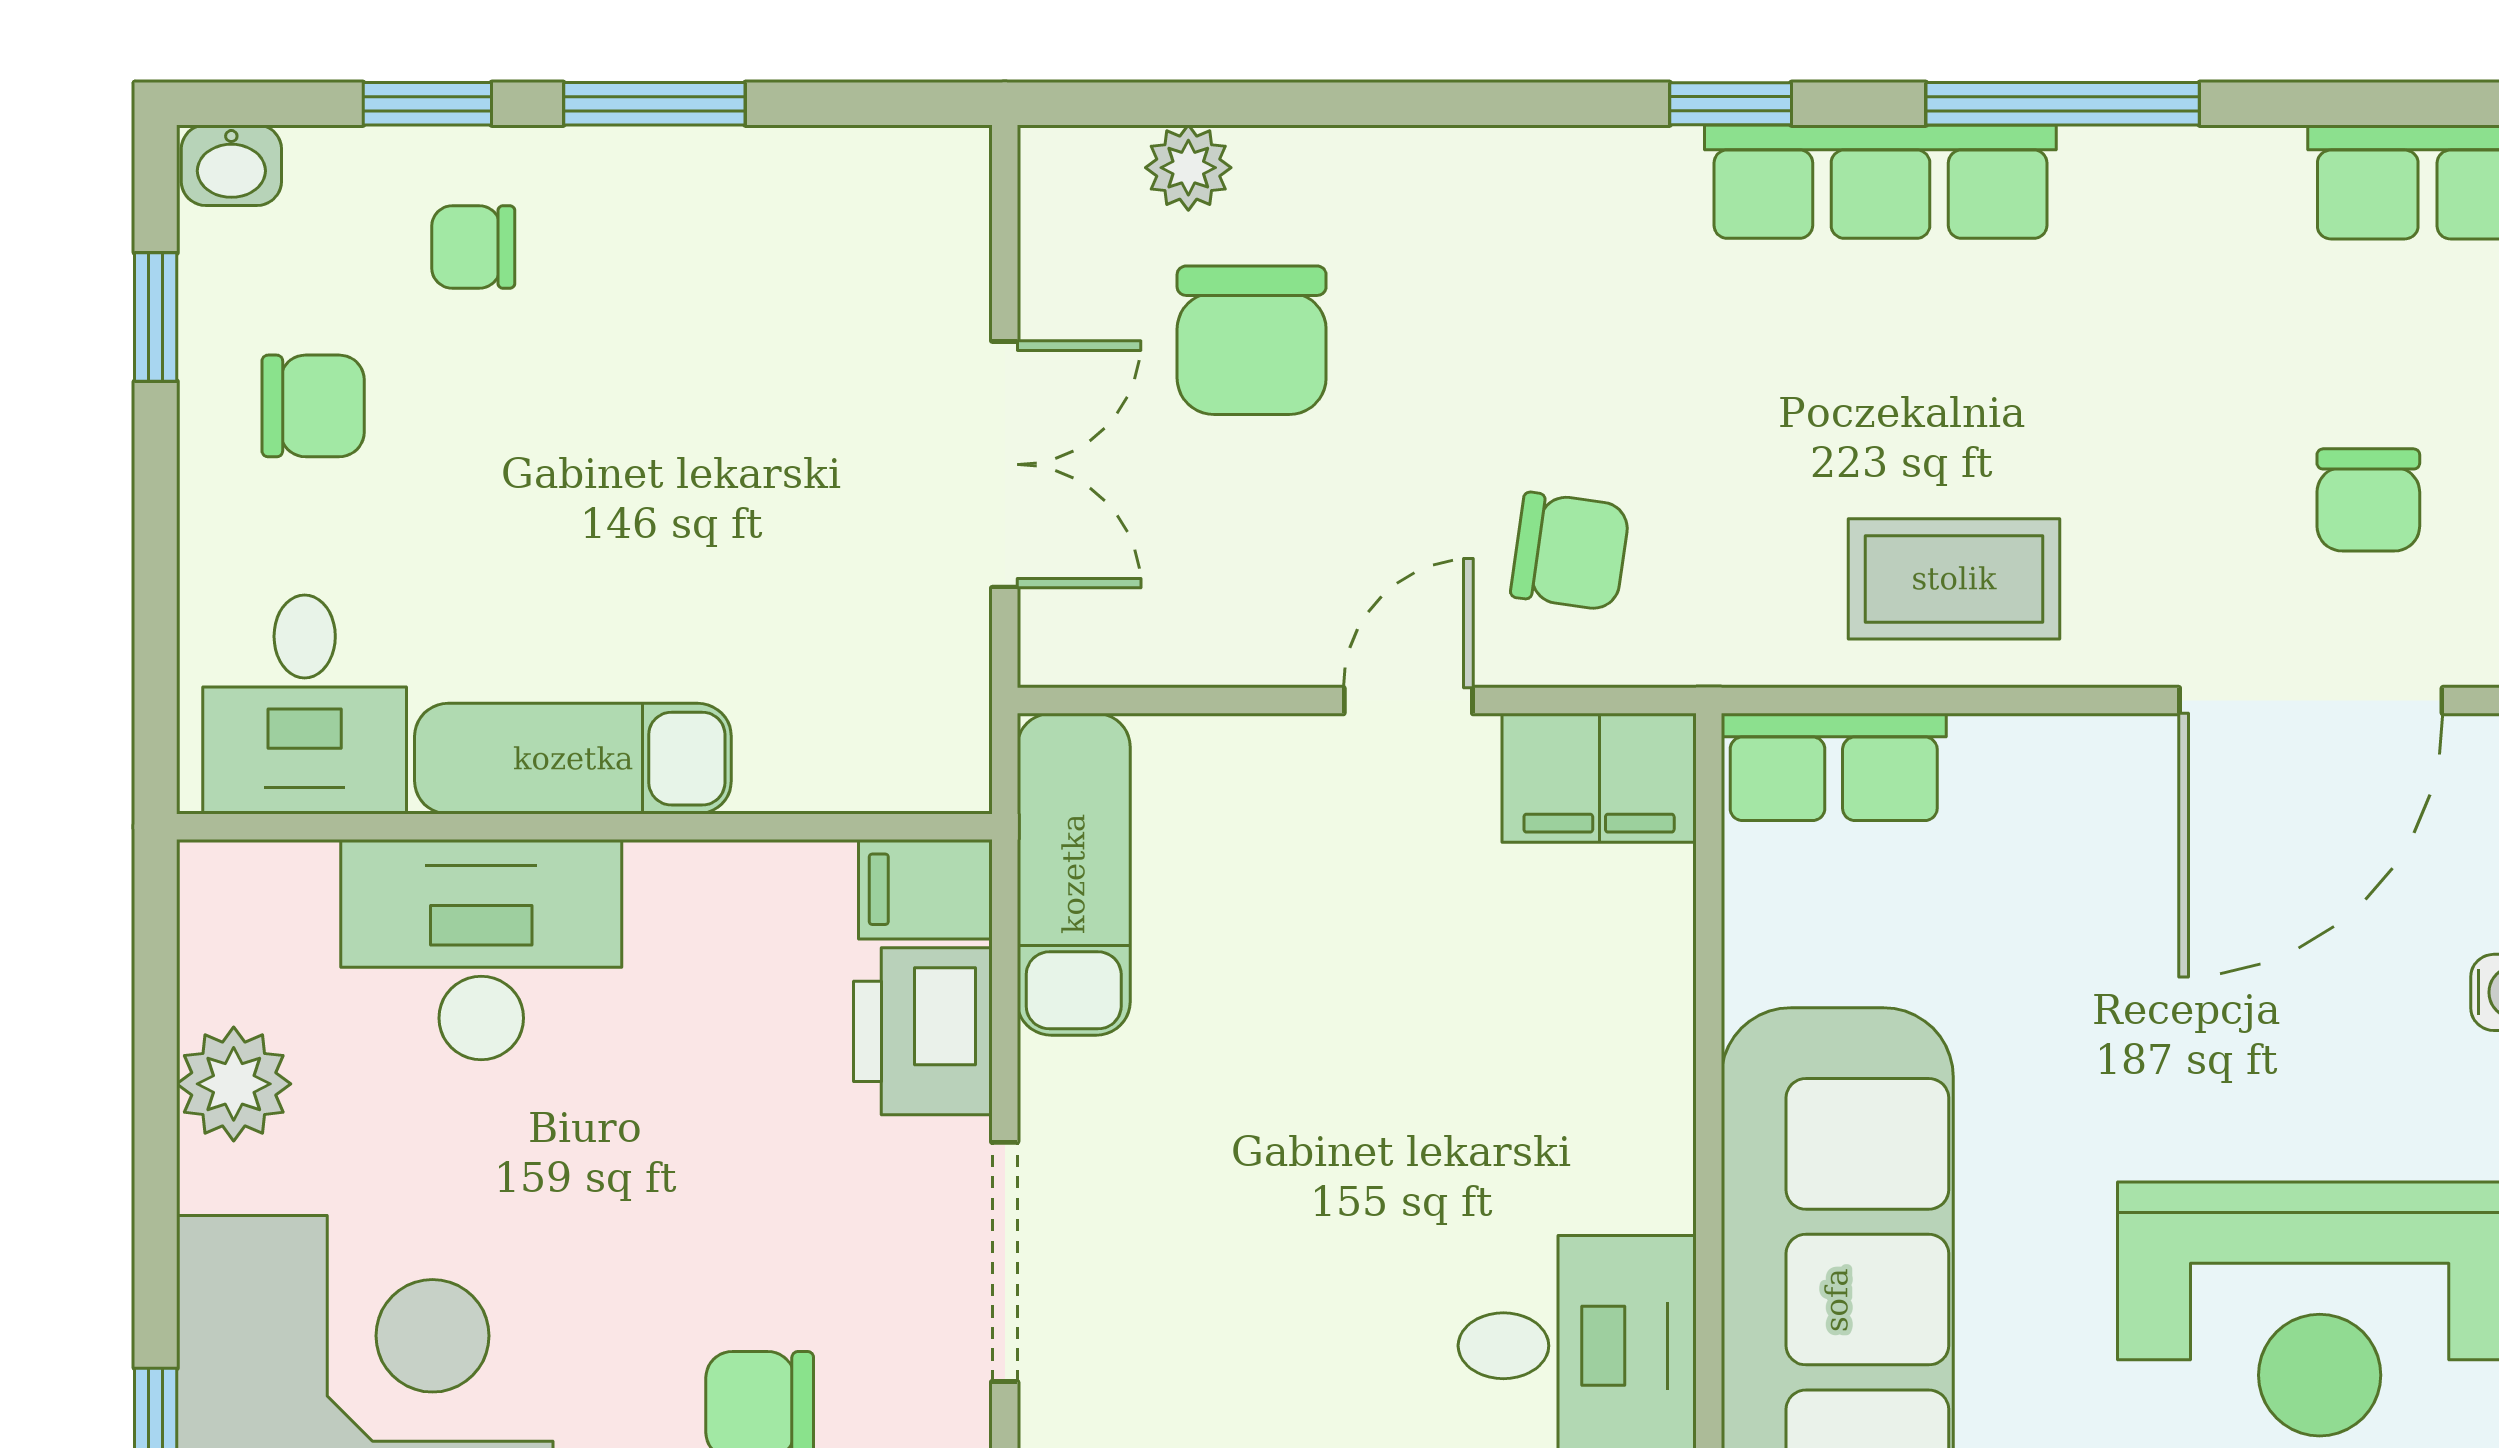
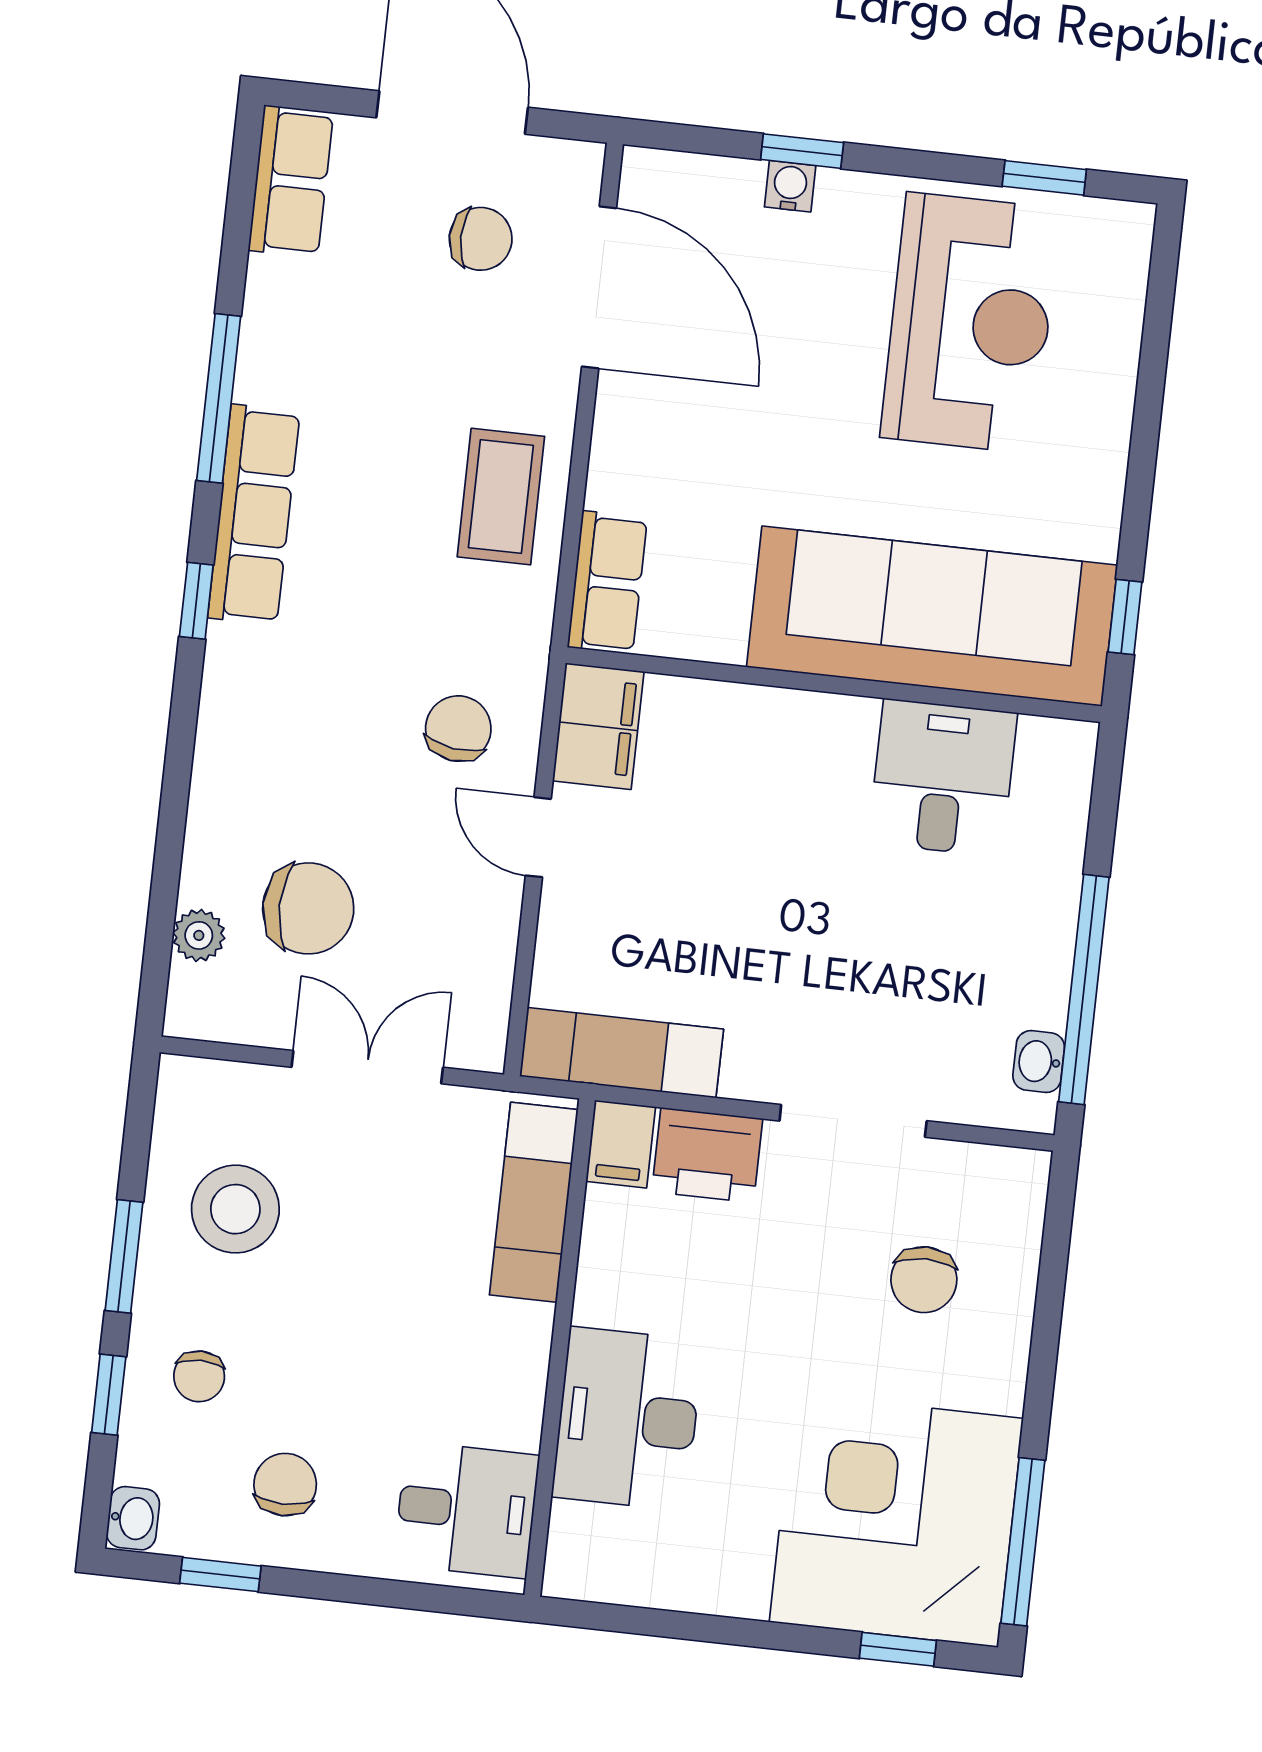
stool: (751, 276) -> (235, 1209), added
exam couch: (573, 759) -> (534, 1202), moved
plant: (234, 1084) -> (693, 1579), removed

